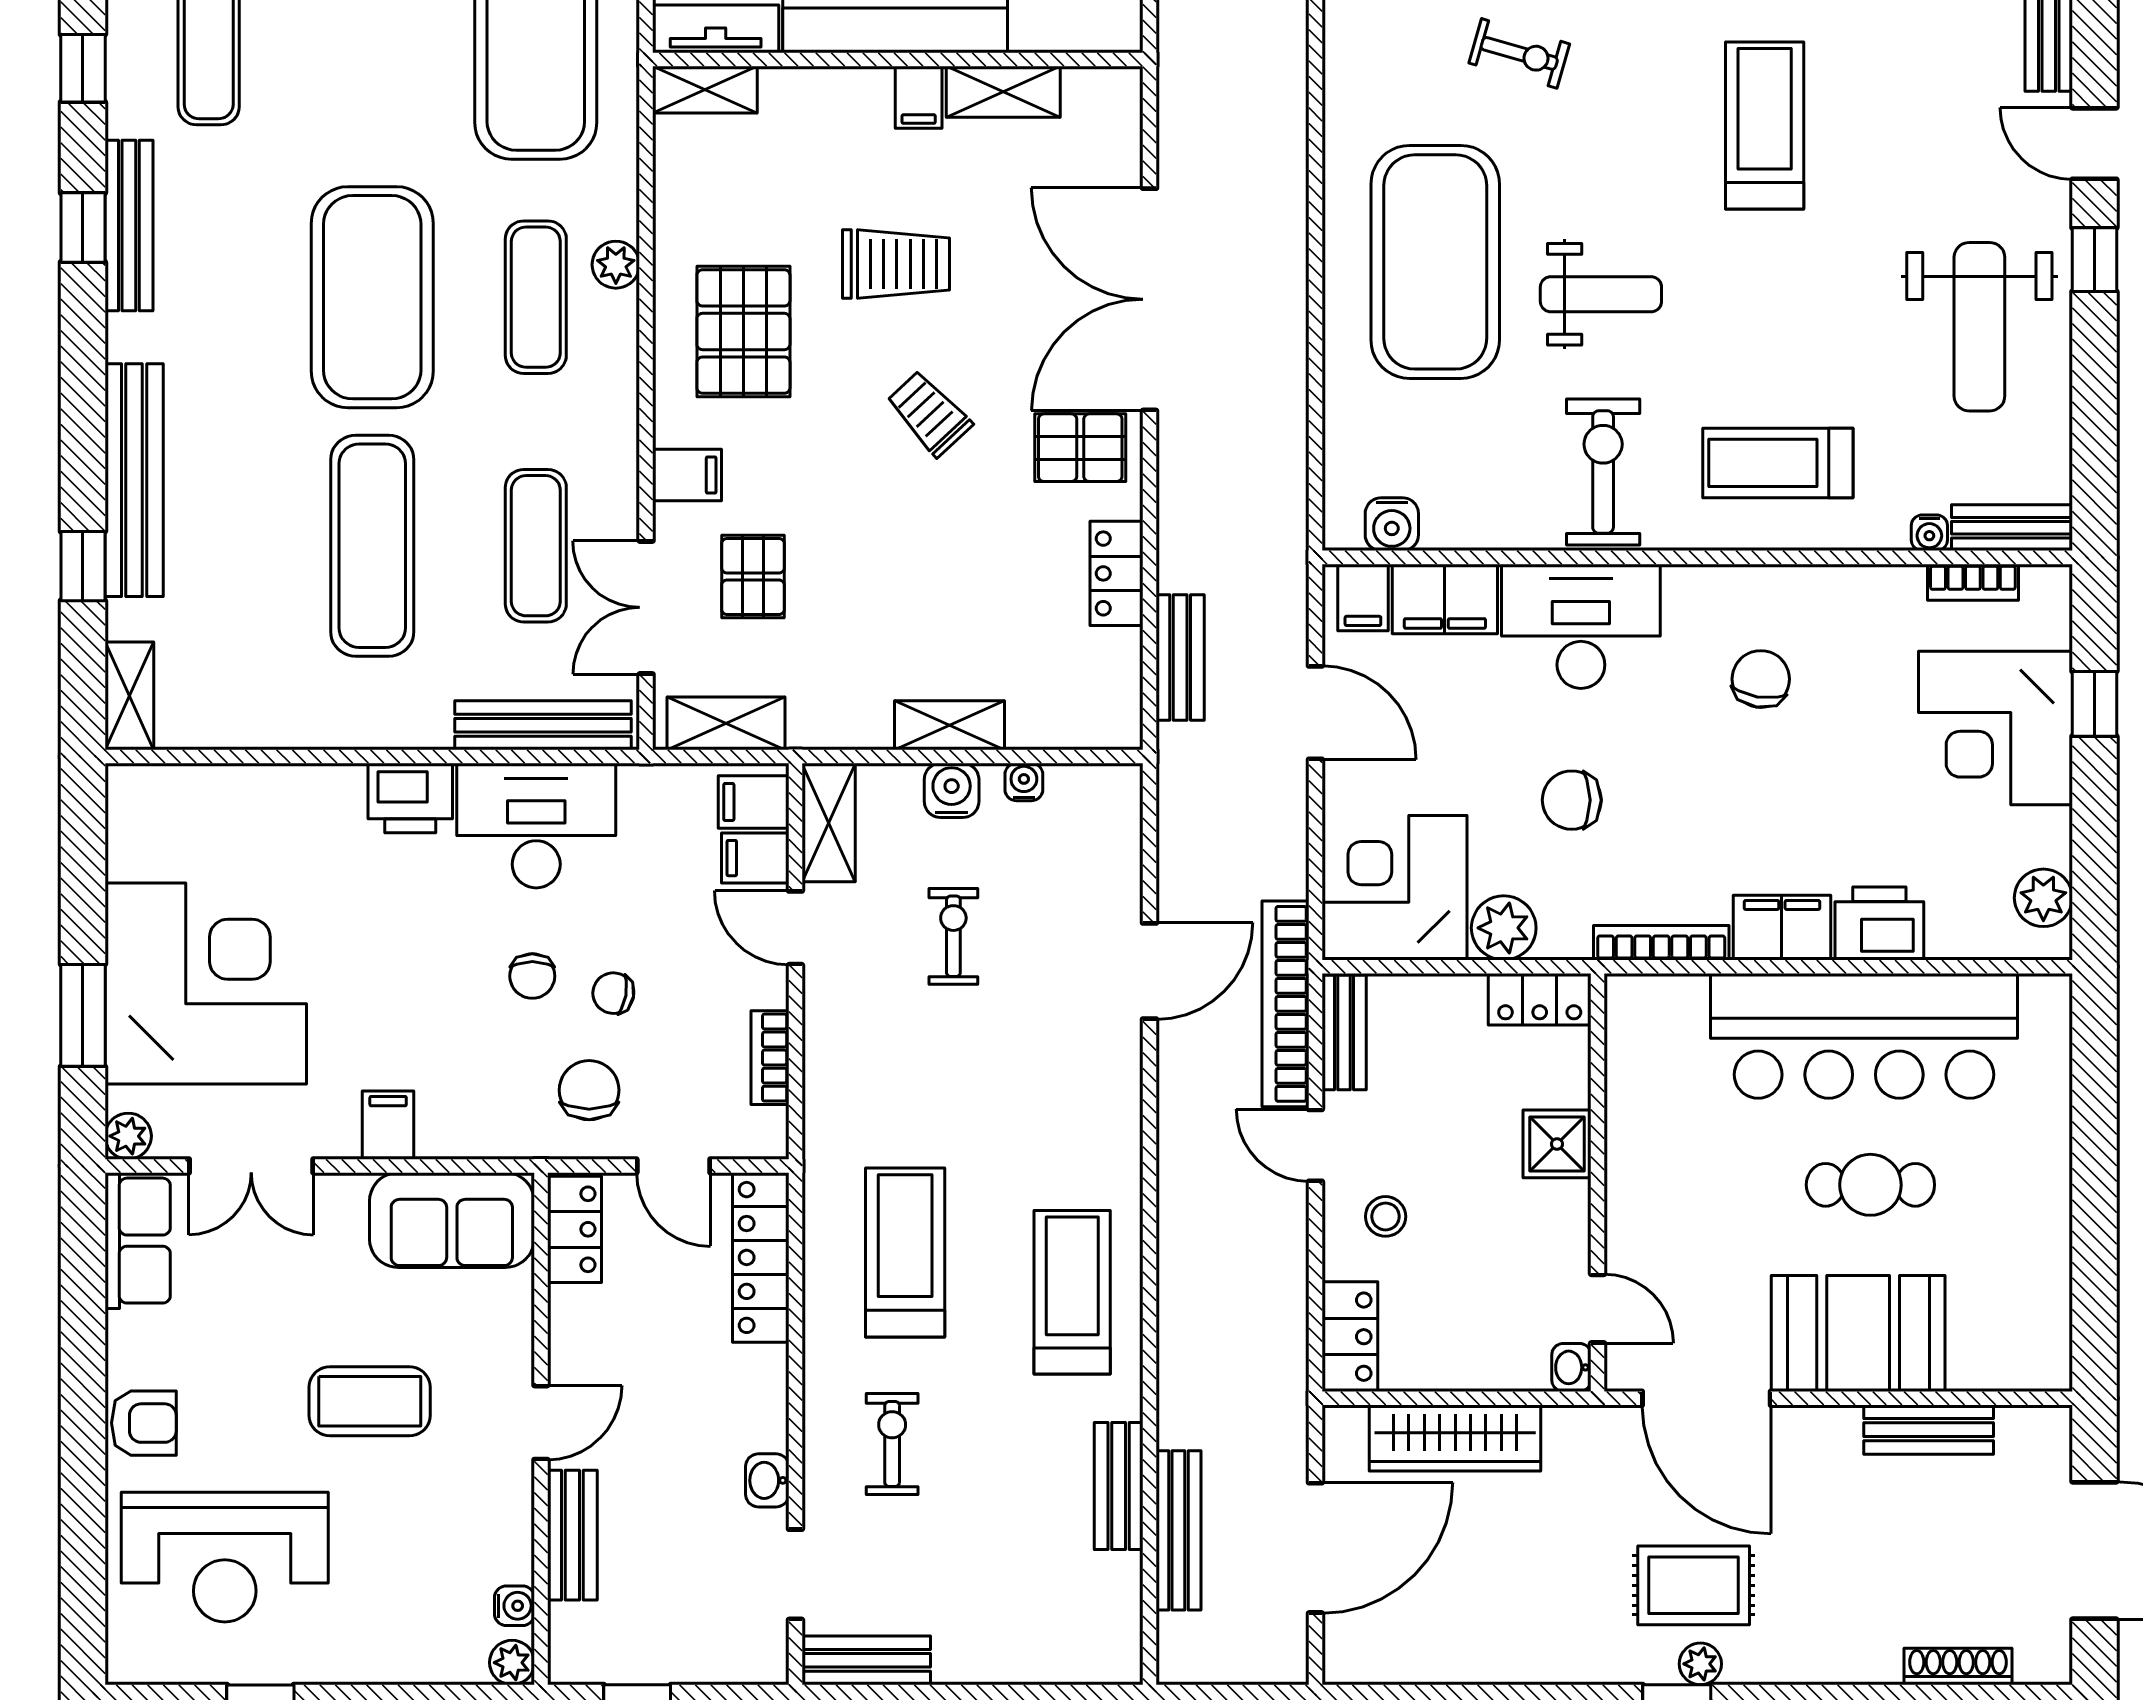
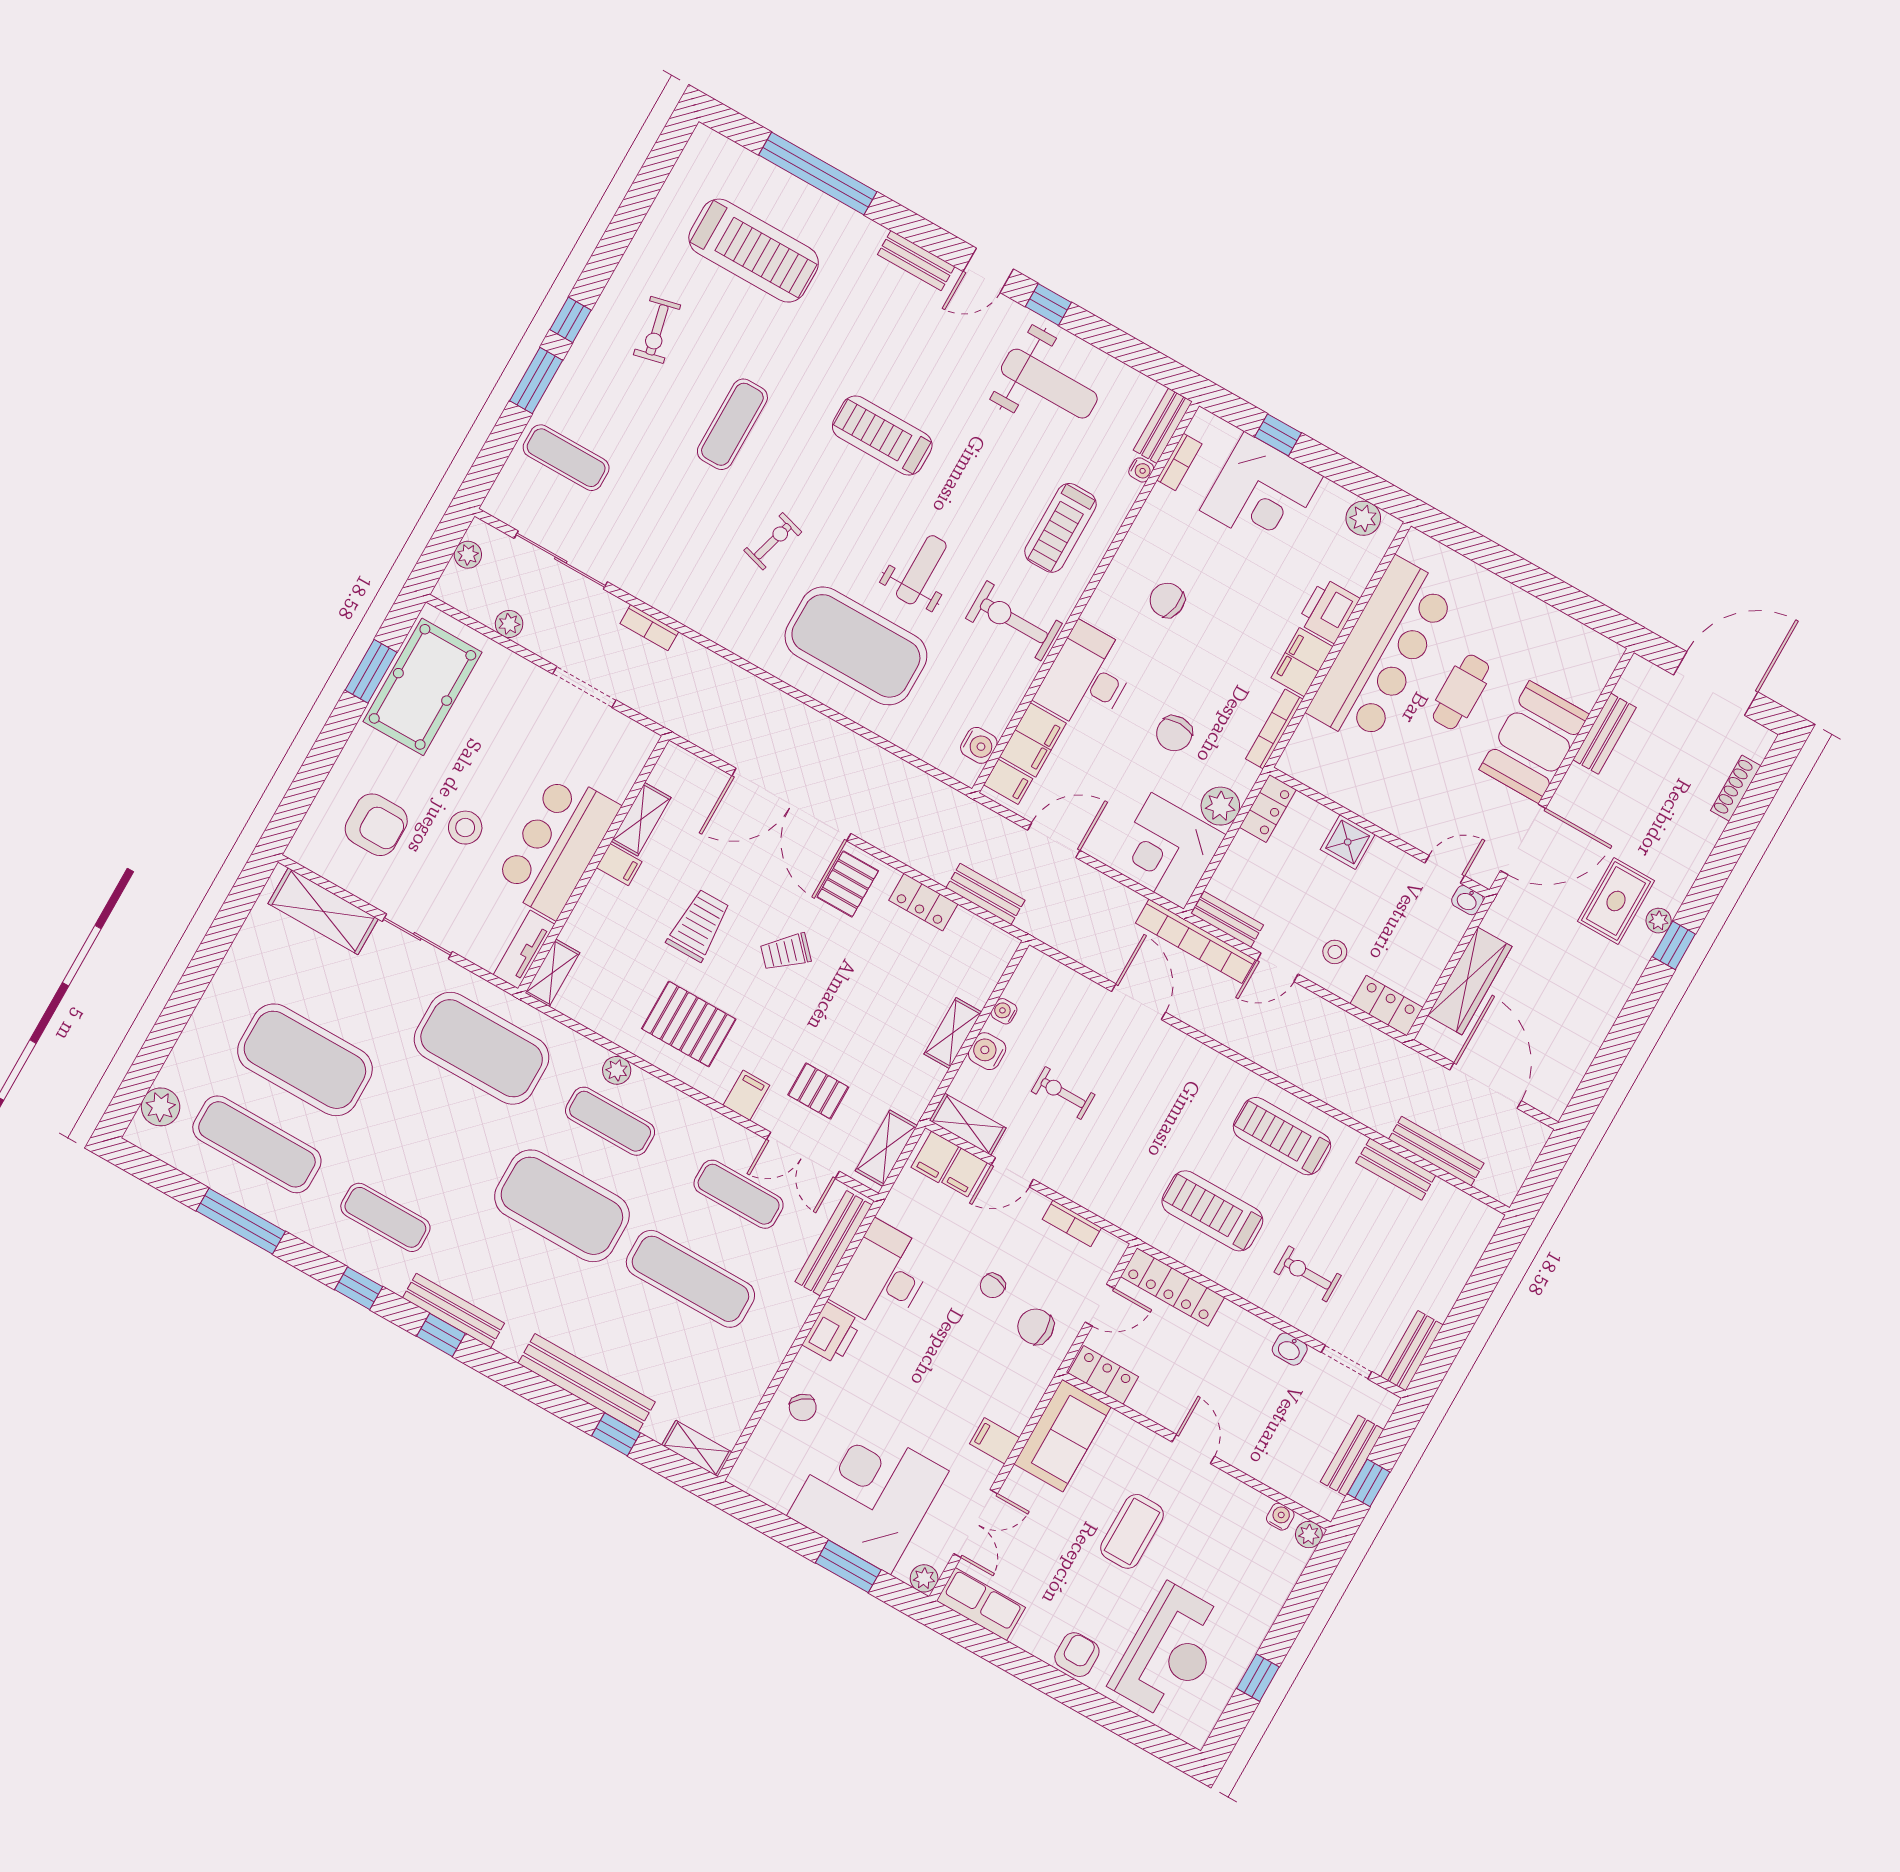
chair: (532, 976) -> (803, 1408), moved, turned 51
bench: (572, 1535) -> (1352, 1456), moved, turned 90

